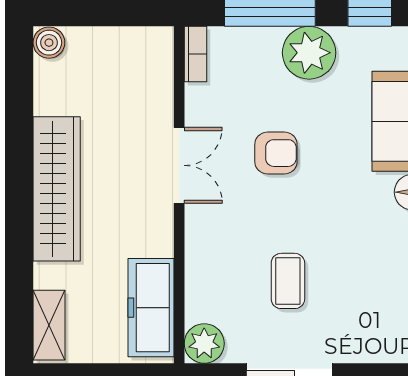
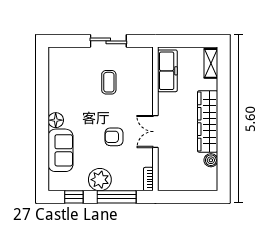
boiler: (49, 43) -> (211, 160), moved
plant: (204, 343) -> (145, 55), removed

